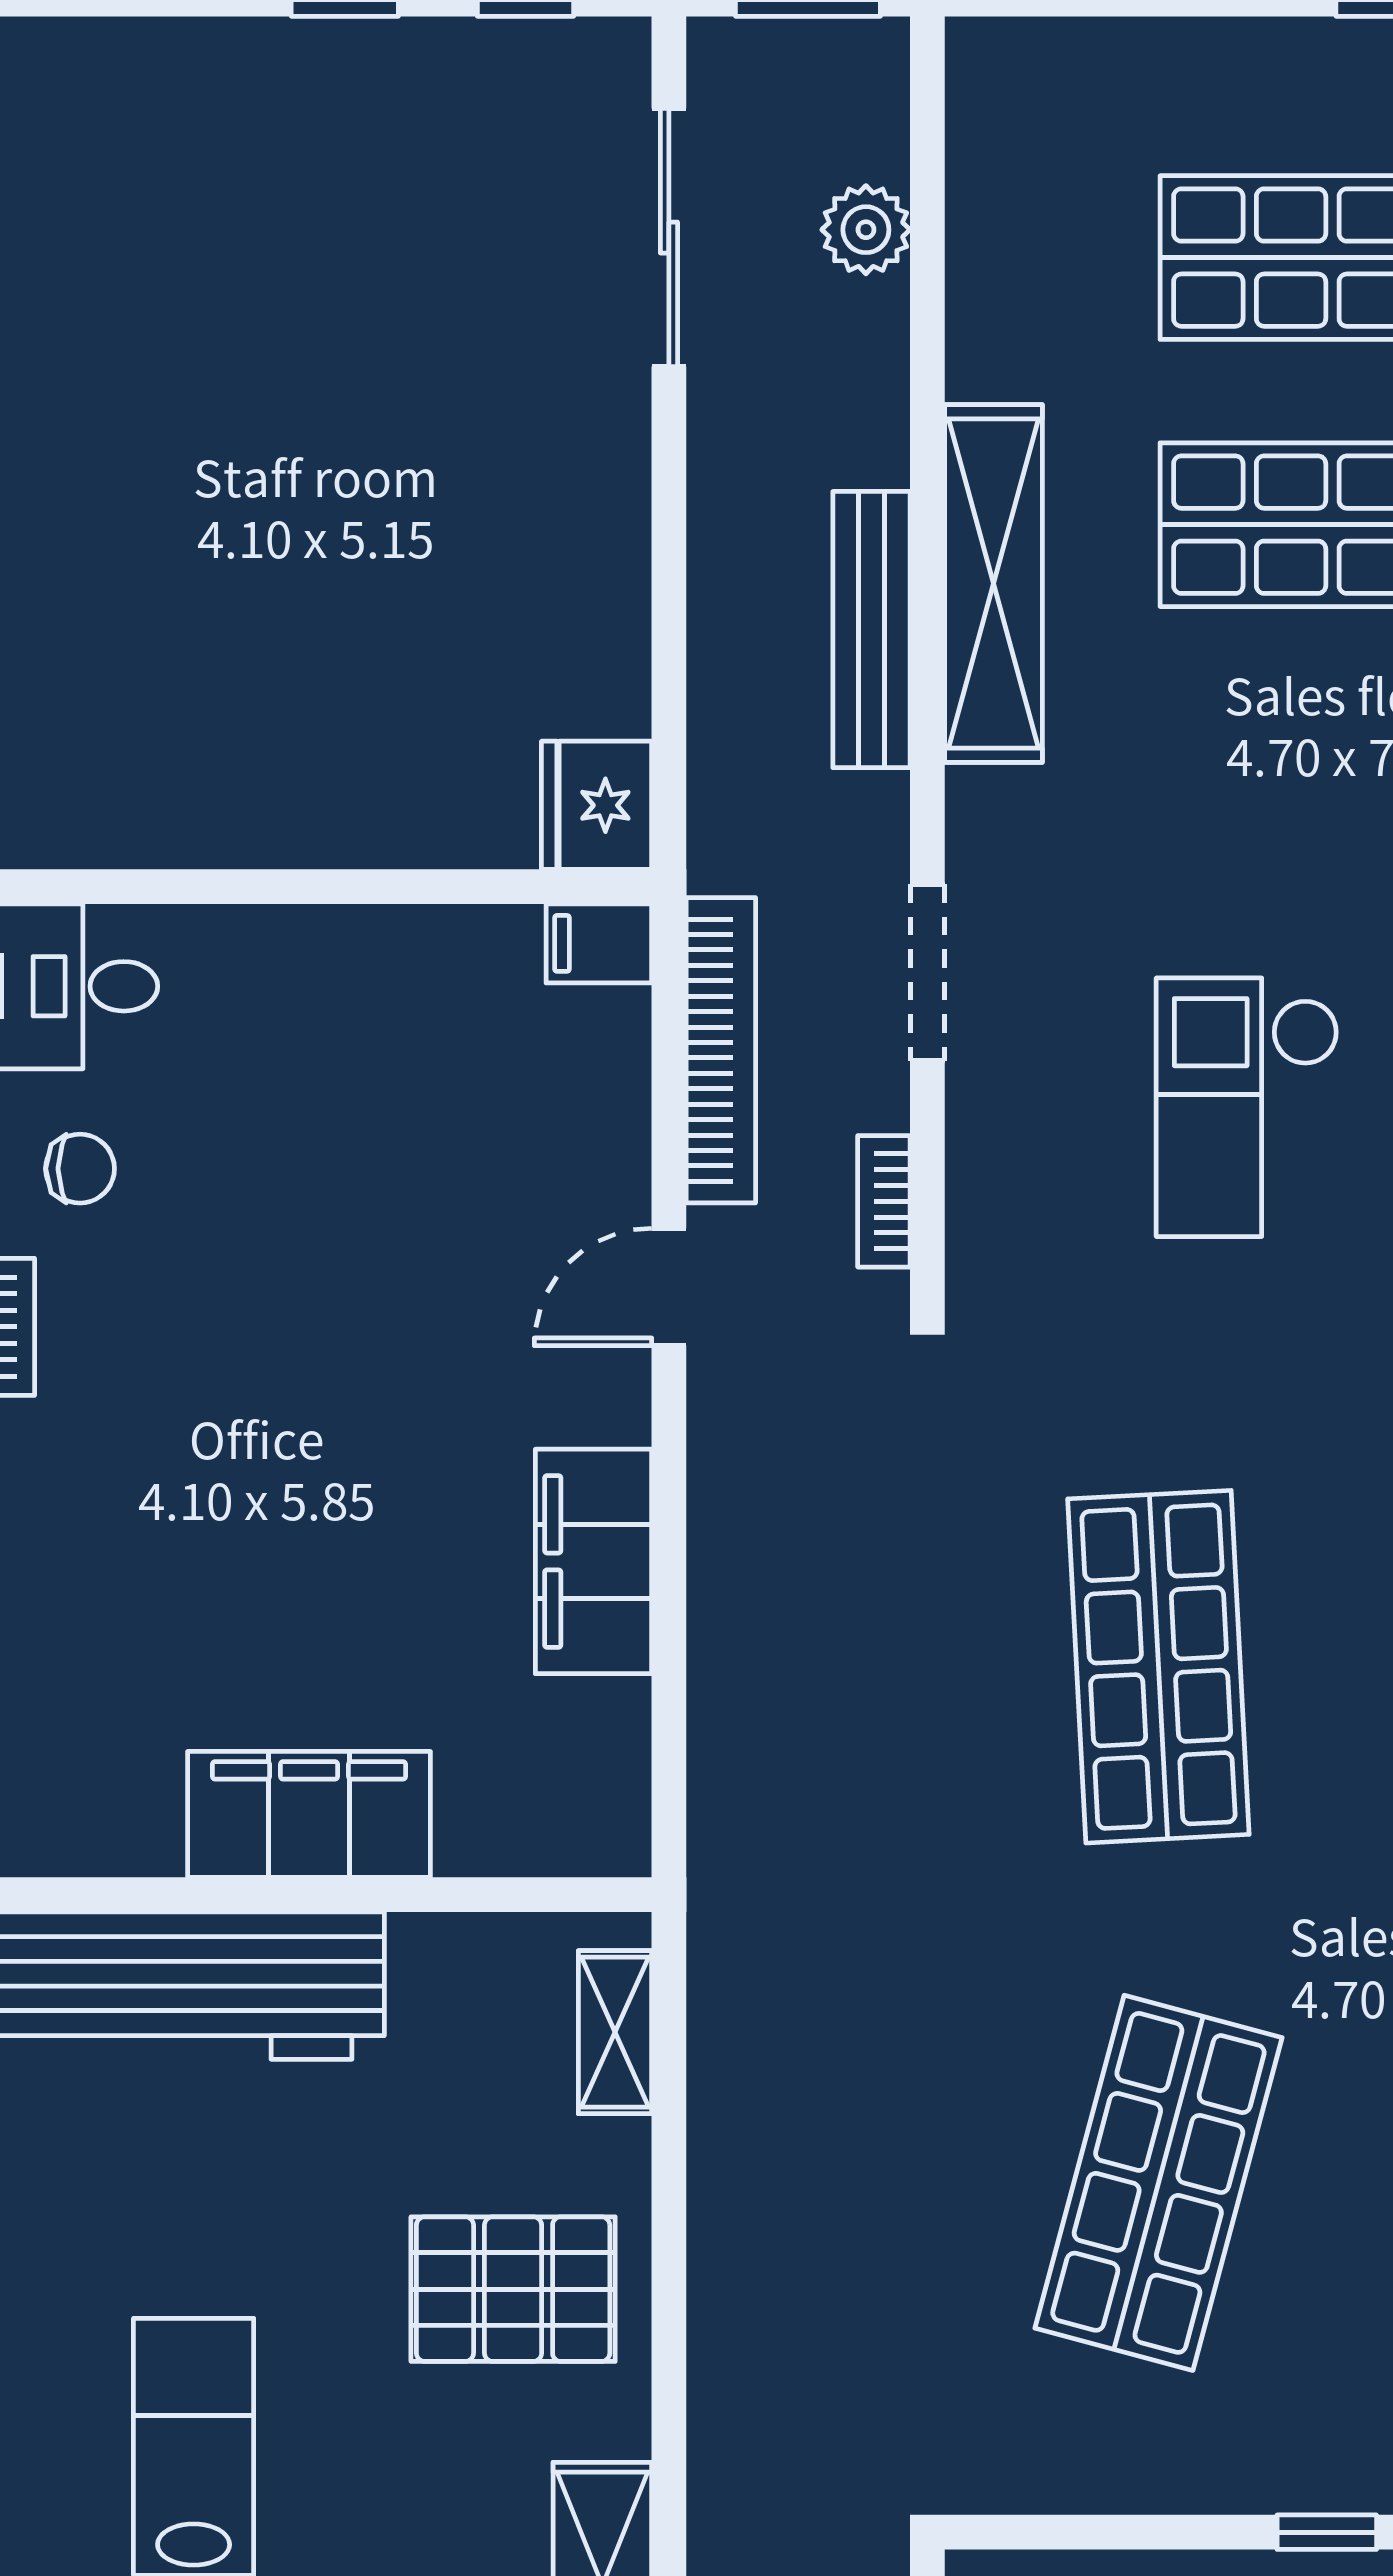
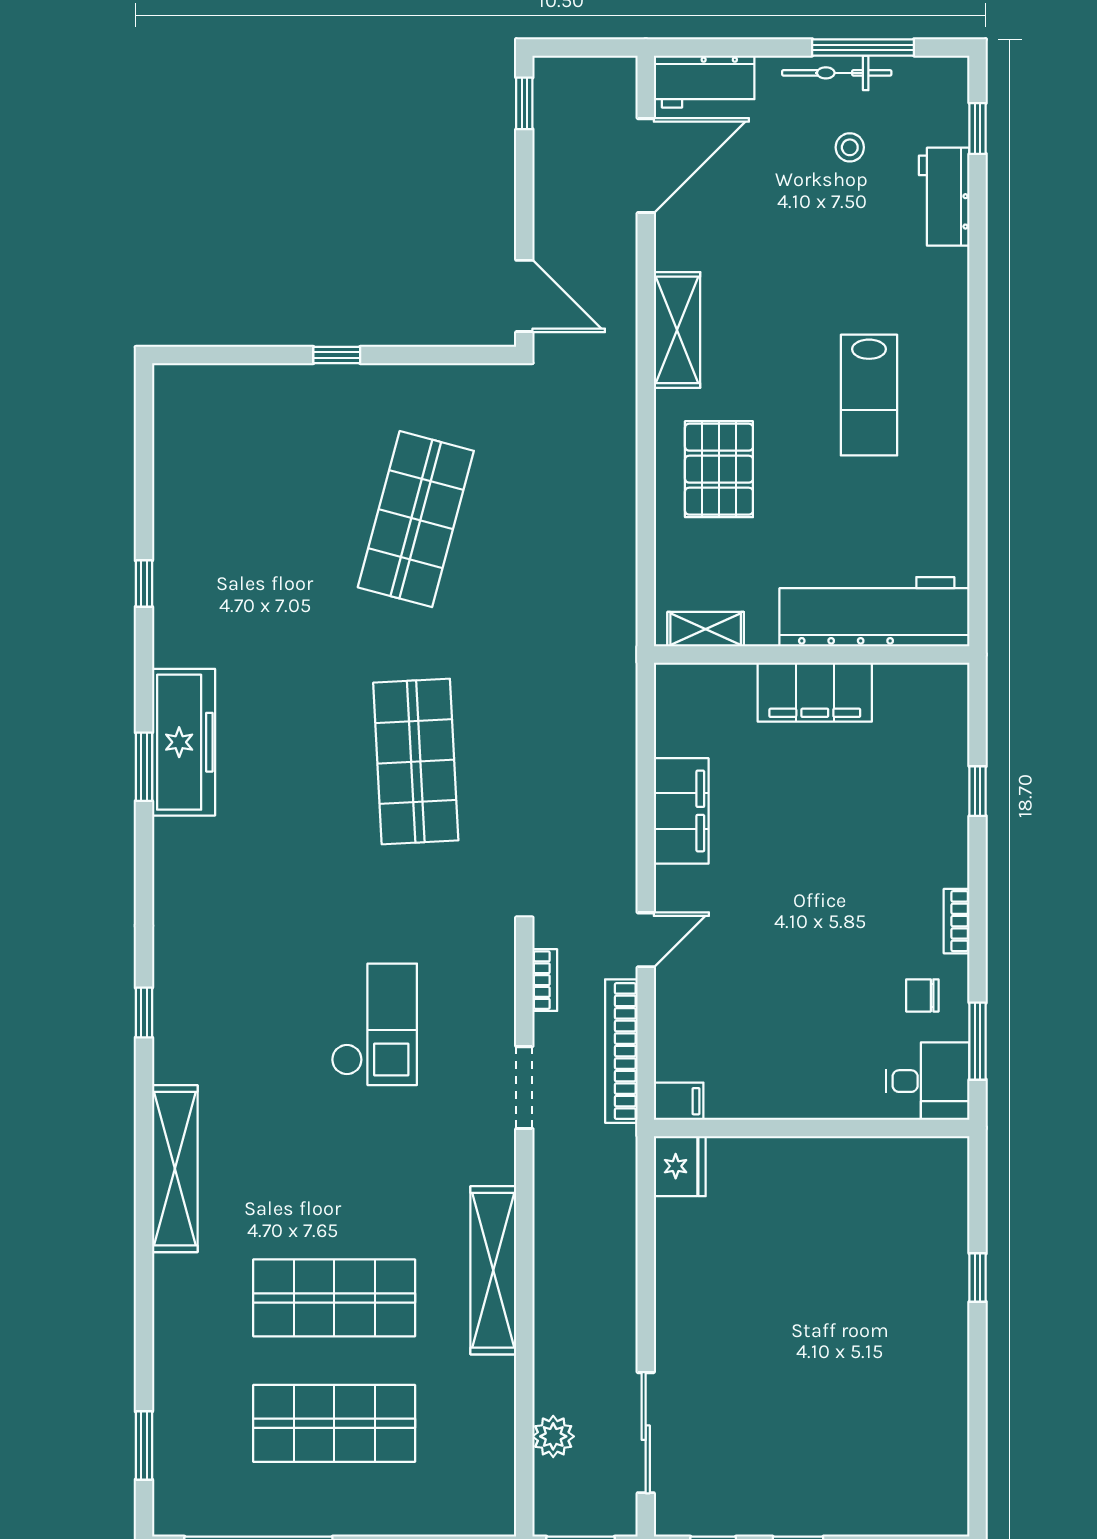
bench: (872, 630) -> (551, 1249), removed
shelving: (615, 2032) -> (706, 629), moved, turned 90
pallet: (513, 2289) -> (719, 469), turned 90

